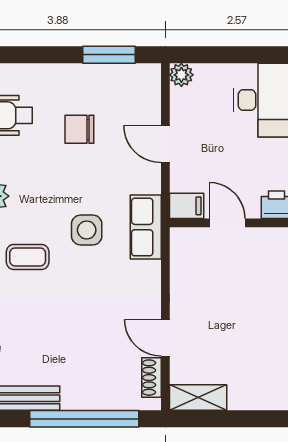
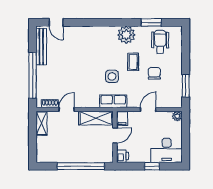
coffee table: (28, 257) -> (133, 62), moved
shelving: (186, 268) -> (96, 118), added

